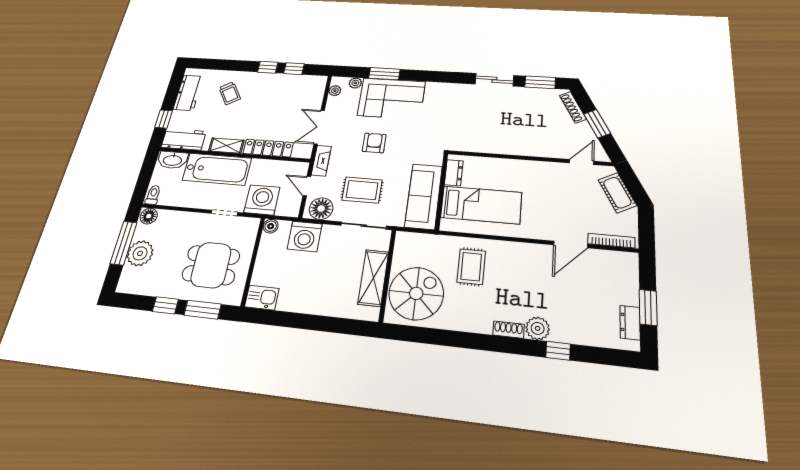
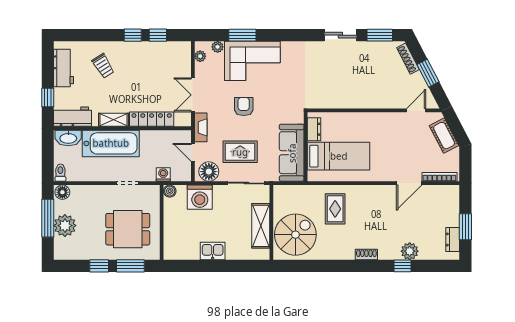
washing machine: (262, 200) -> (163, 174), width x0.53, depth x0.53
kitchen sink: (262, 298) -> (213, 251), moved
plant: (538, 328) -> (410, 251), moved

